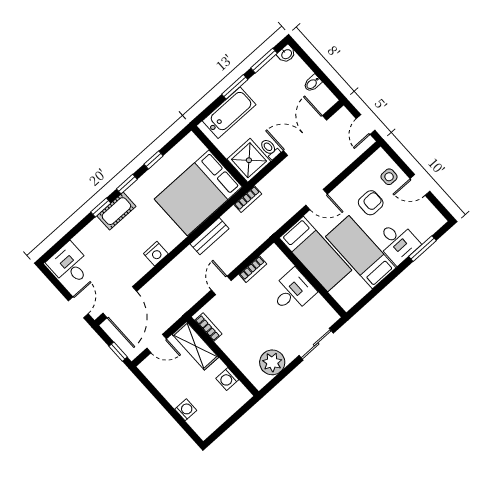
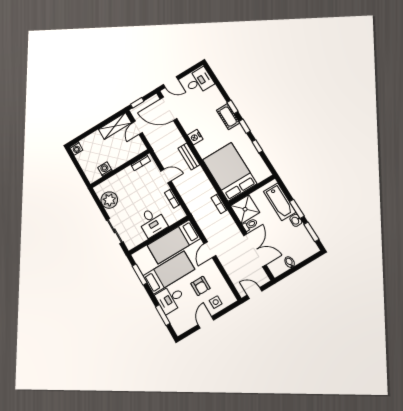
washbasin: (286, 54) -> (296, 220), moved
bench: (210, 236) -> (189, 156), moved
window: (372, 294) -> (140, 275), added
shelving: (195, 346) -> (115, 126), moved
washing machine: (186, 410) -> (76, 148), moved

